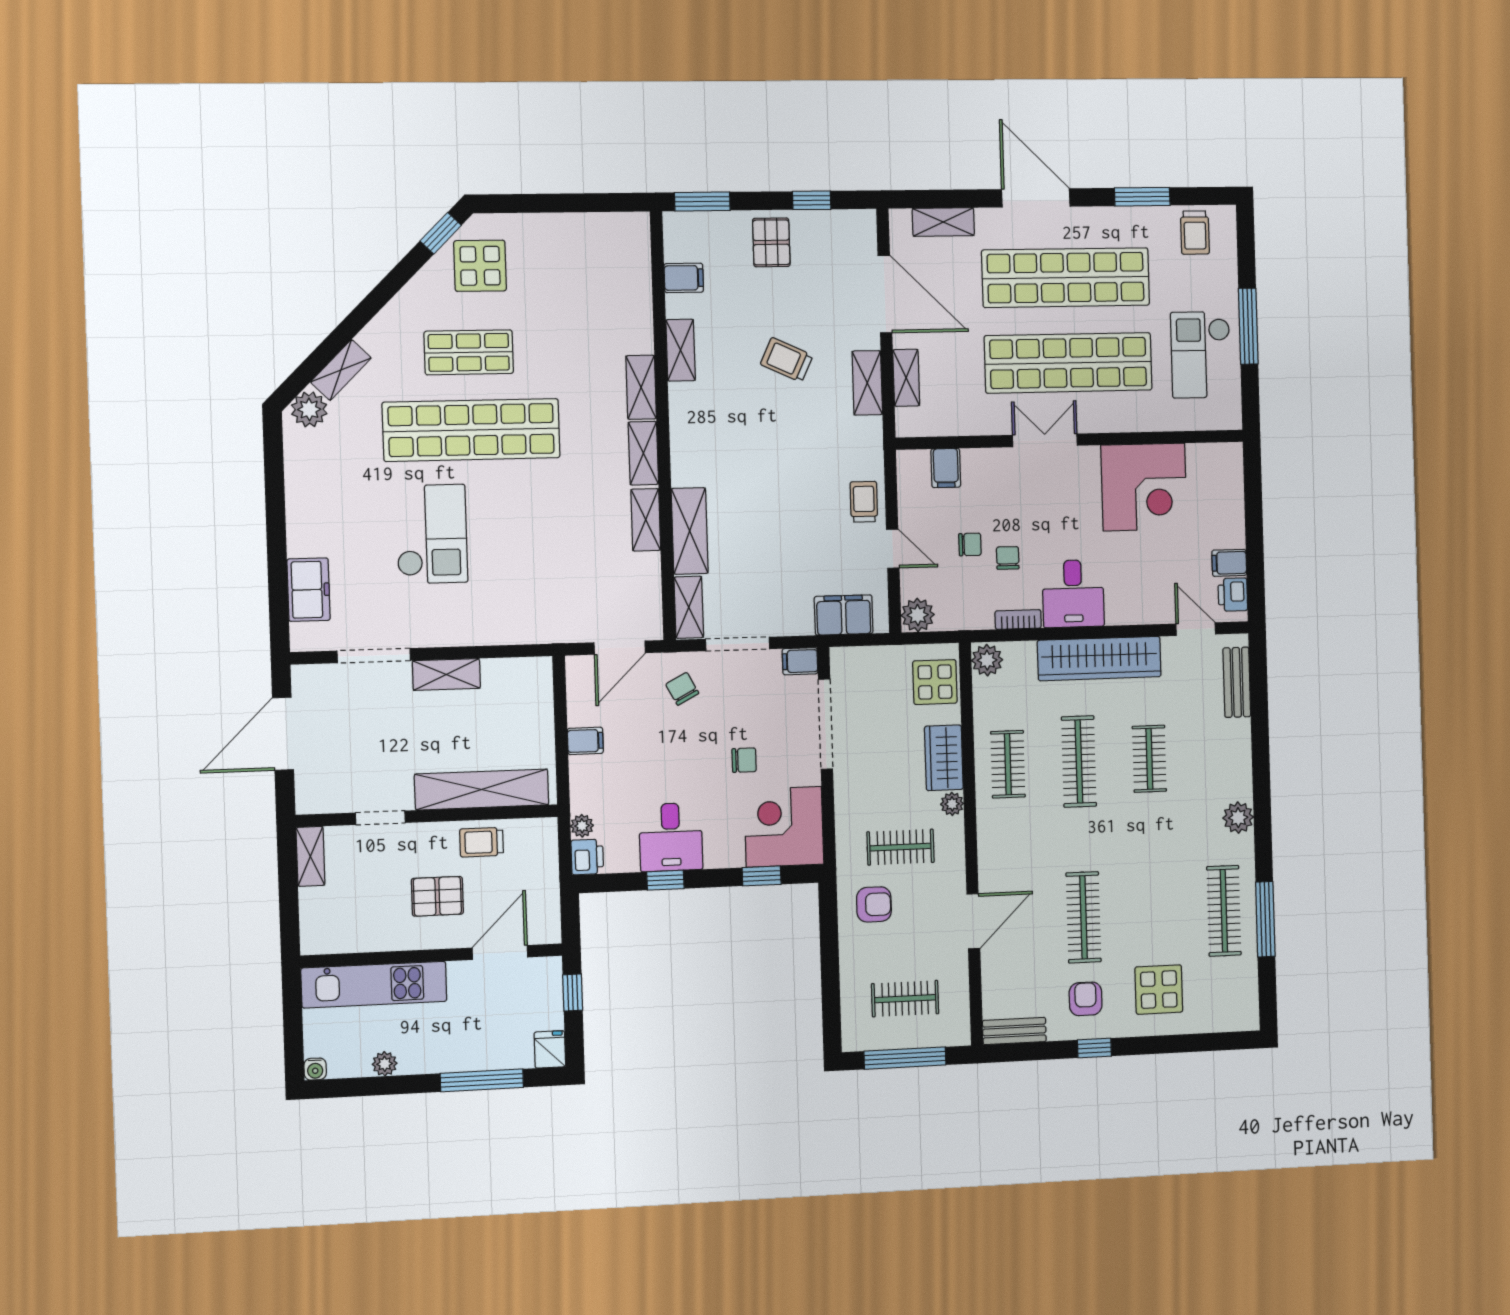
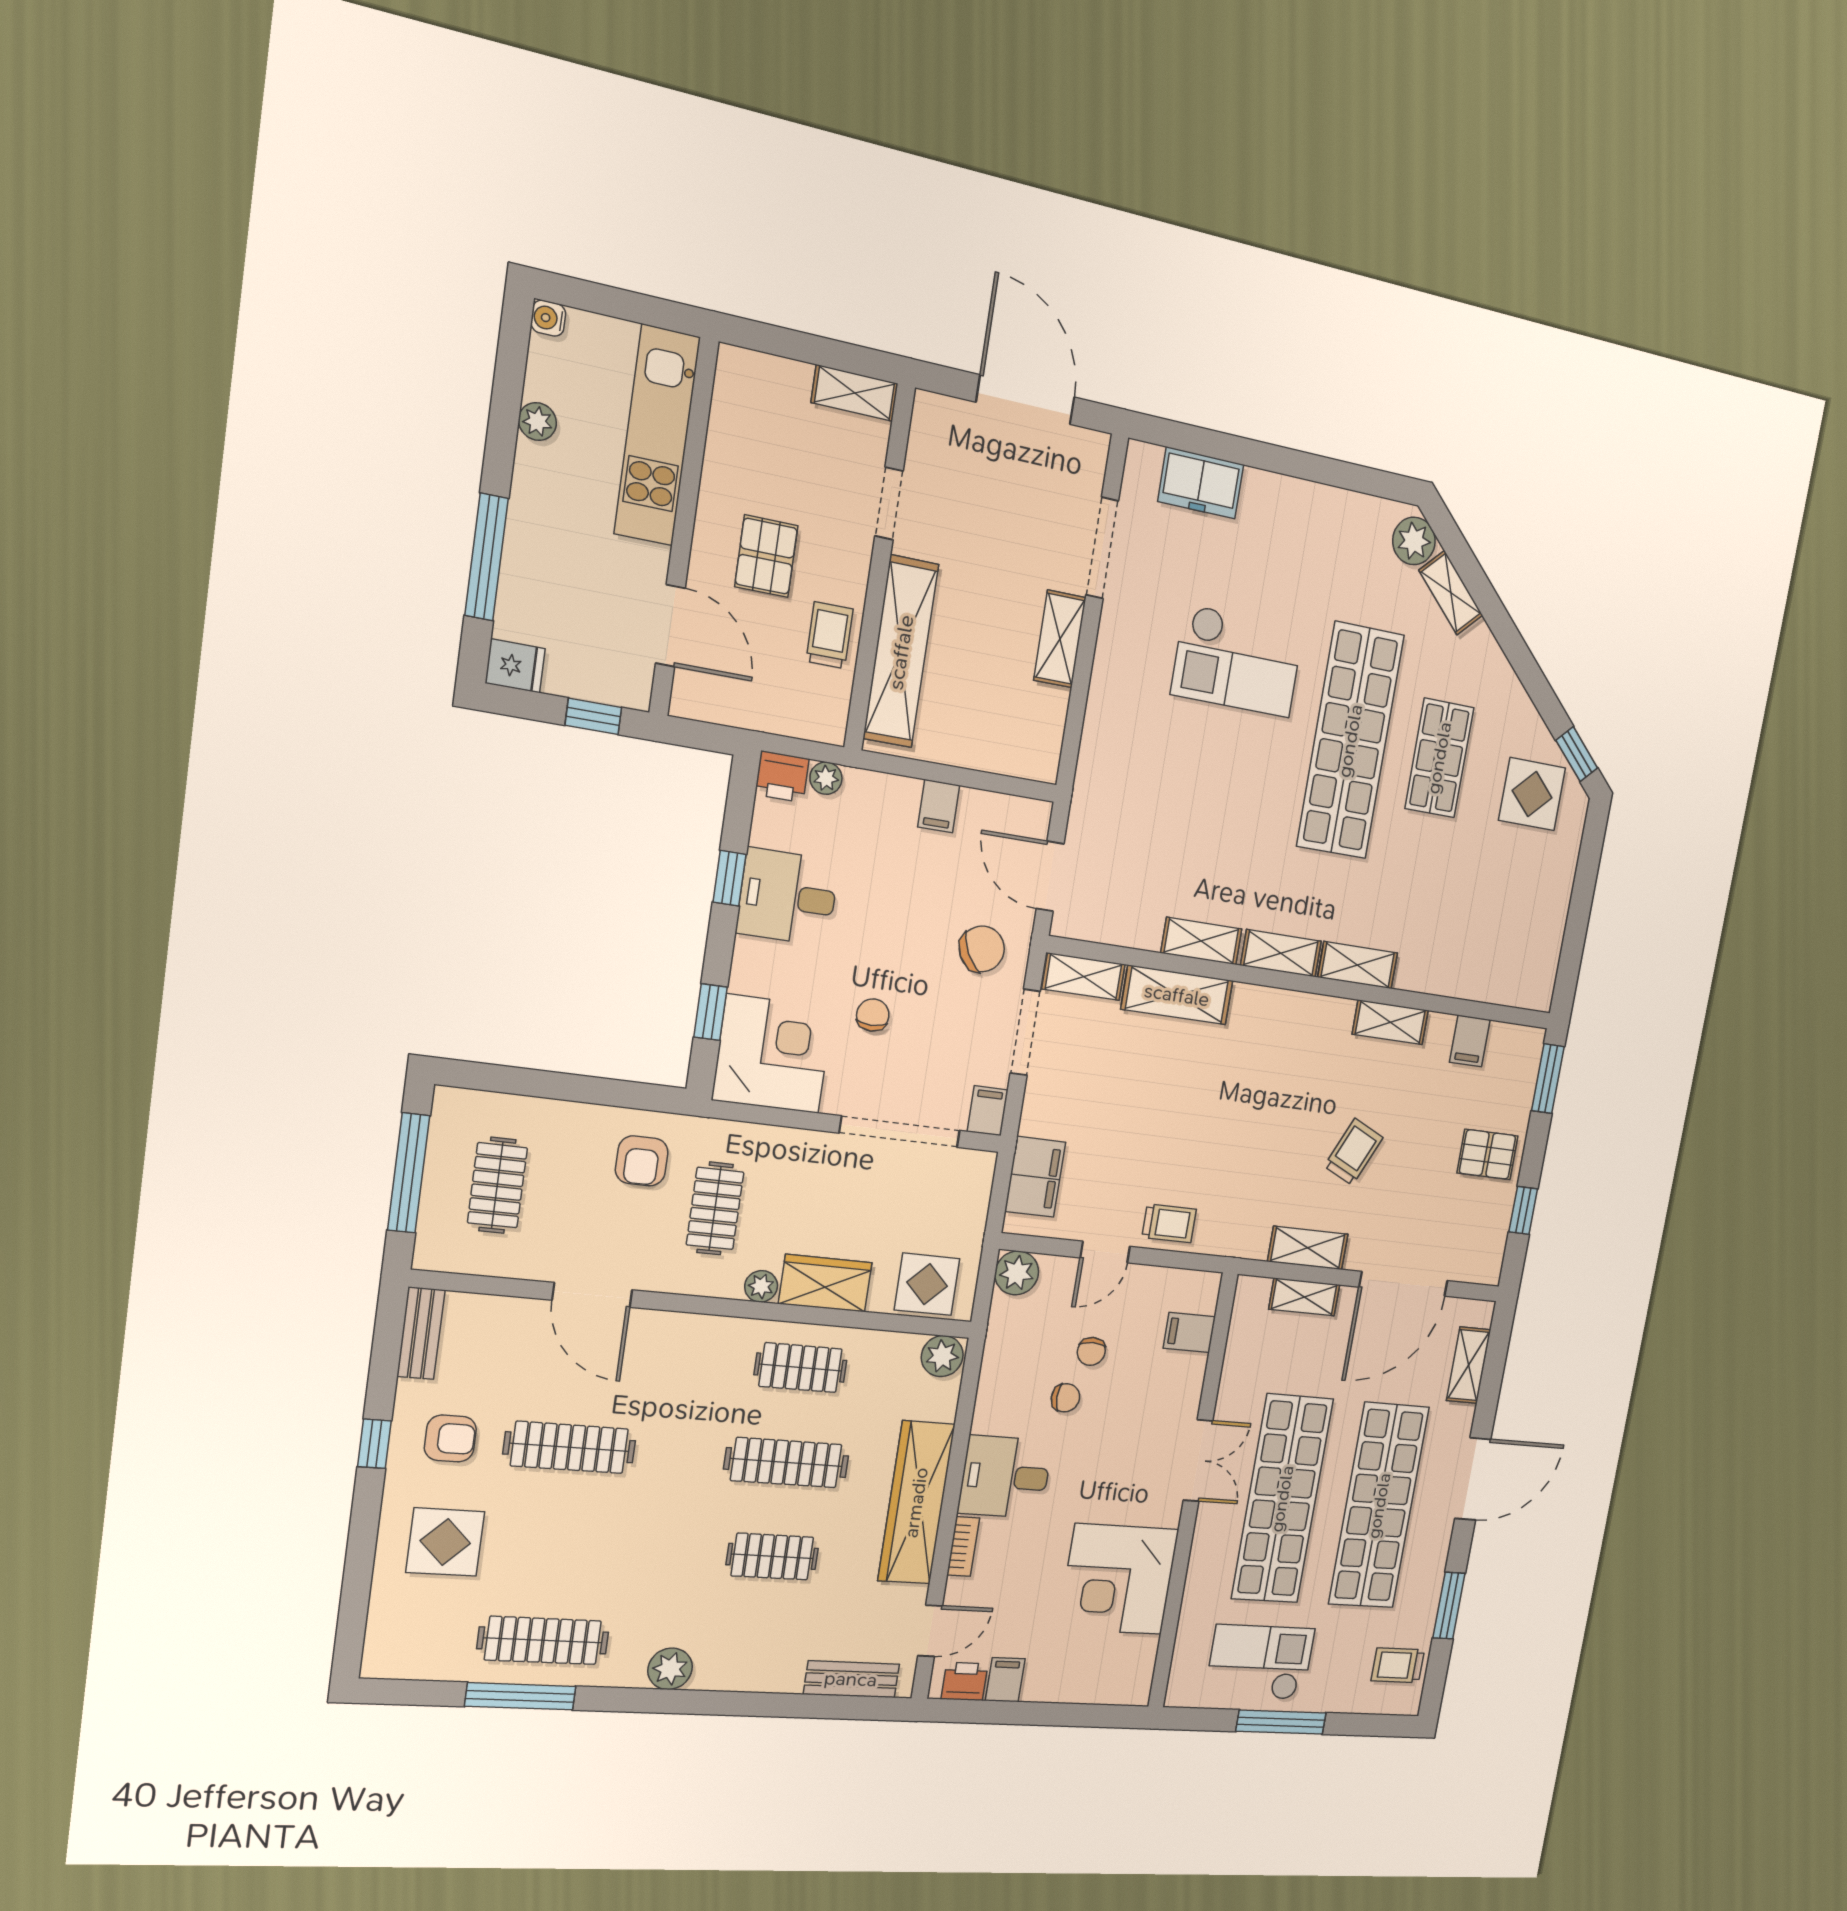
bookcase: (1018, 619) -> (963, 1546), moved
chair: (682, 689) -> (982, 949), width x1.37, depth x1.37
chair: (744, 760) -> (873, 1015), turned 180

